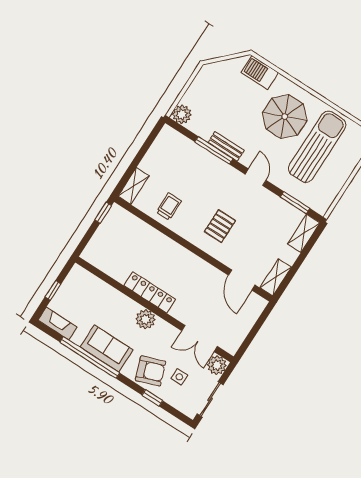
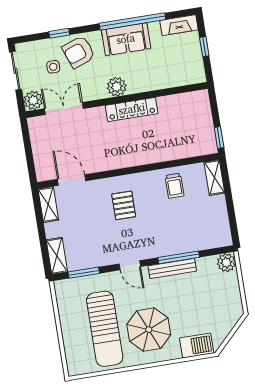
bench: (226, 146) -> (172, 268), width x1.36

